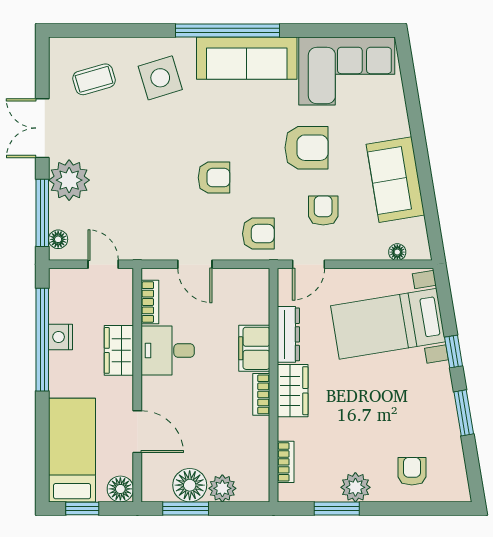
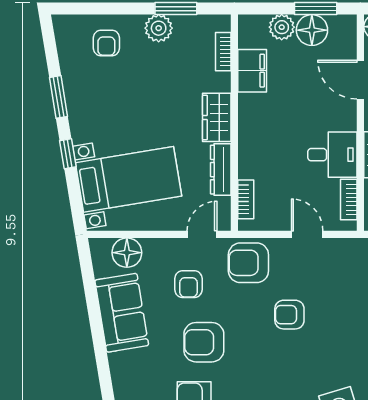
armchair: (258, 234) -> (248, 263), width x1.38, depth x1.38
floor lamp: (397, 252) -> (127, 253), width x1.89, depth x1.89
filing cabinet: (254, 348) -> (252, 71), moved
bookcase: (261, 394) -> (246, 199), moved

